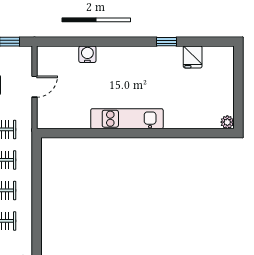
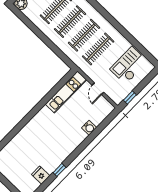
kitchen unit: (127, 119) -> (66, 92), moved

